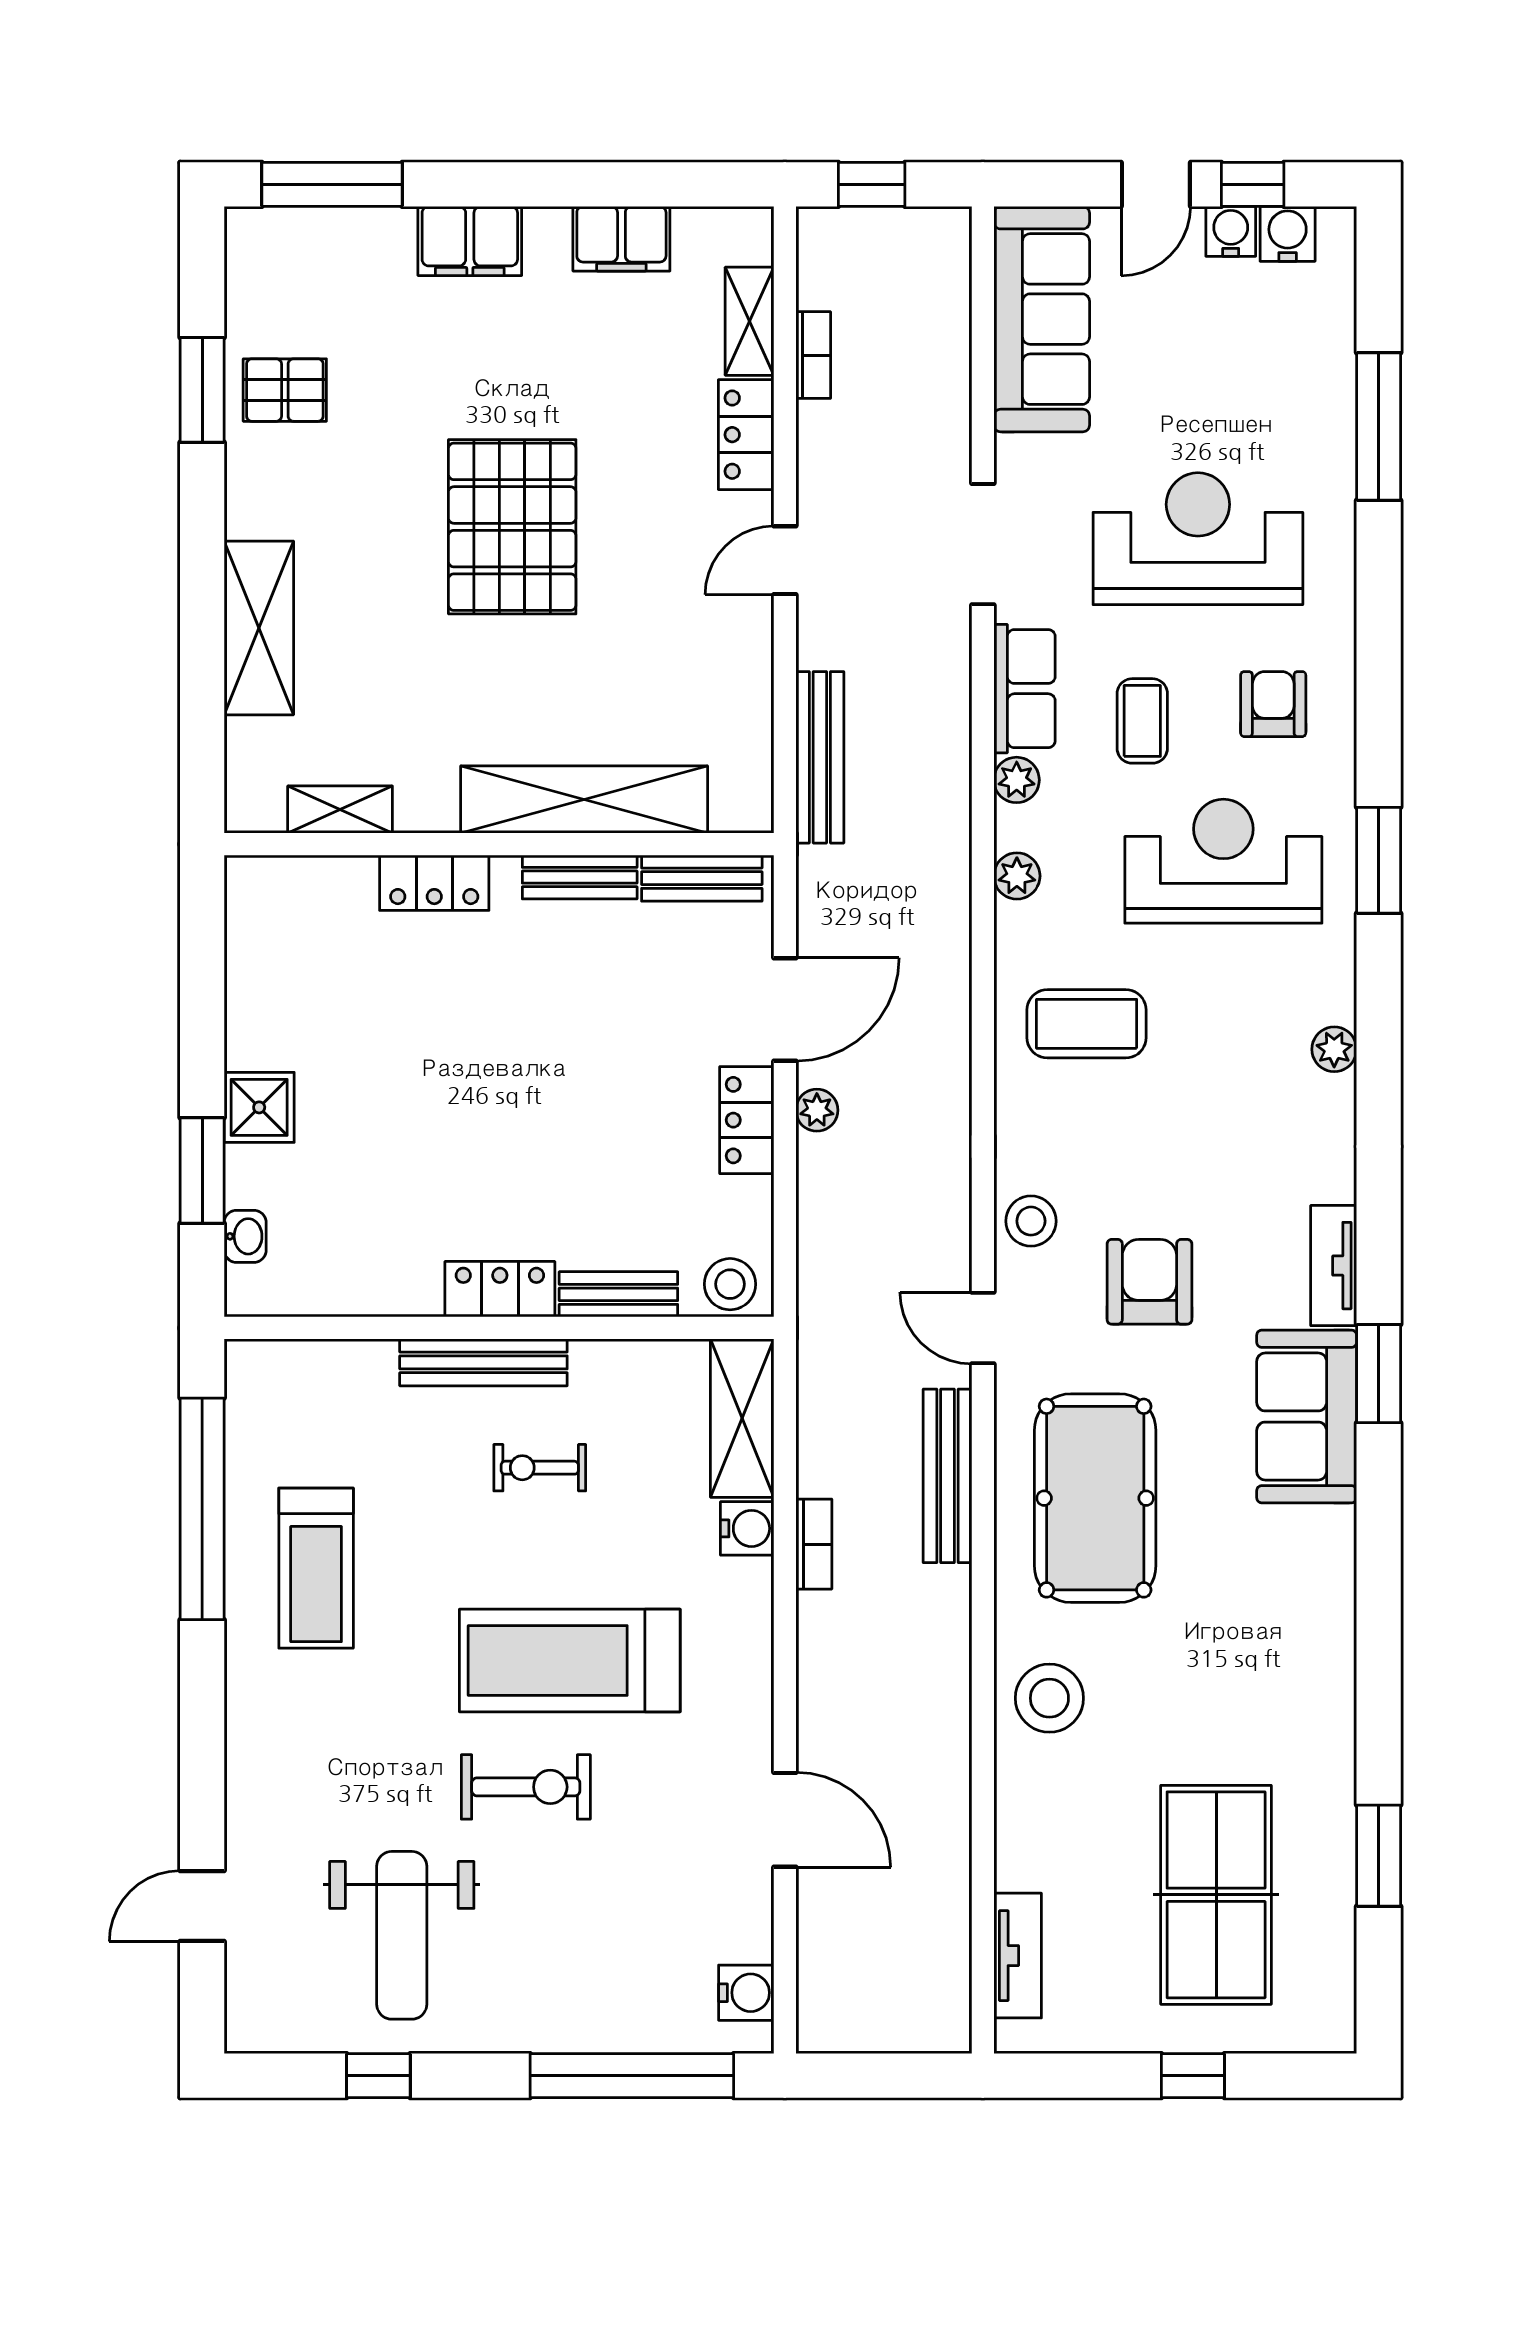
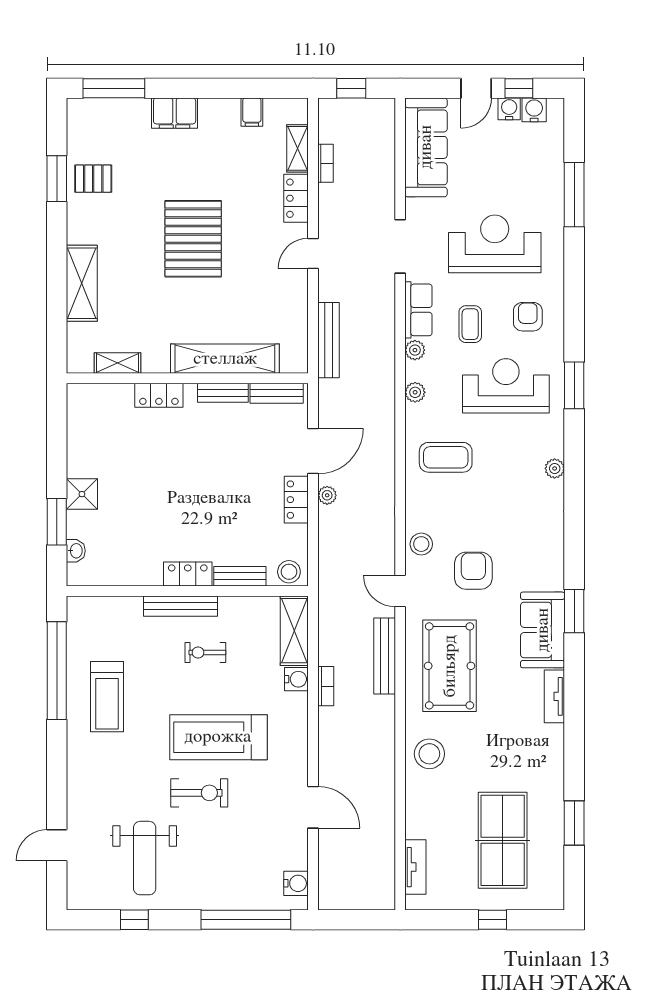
filing cabinet: (621, 239) -> (252, 112), width x0.50
tv unit: (1334, 1266) -> (554, 696), moved

